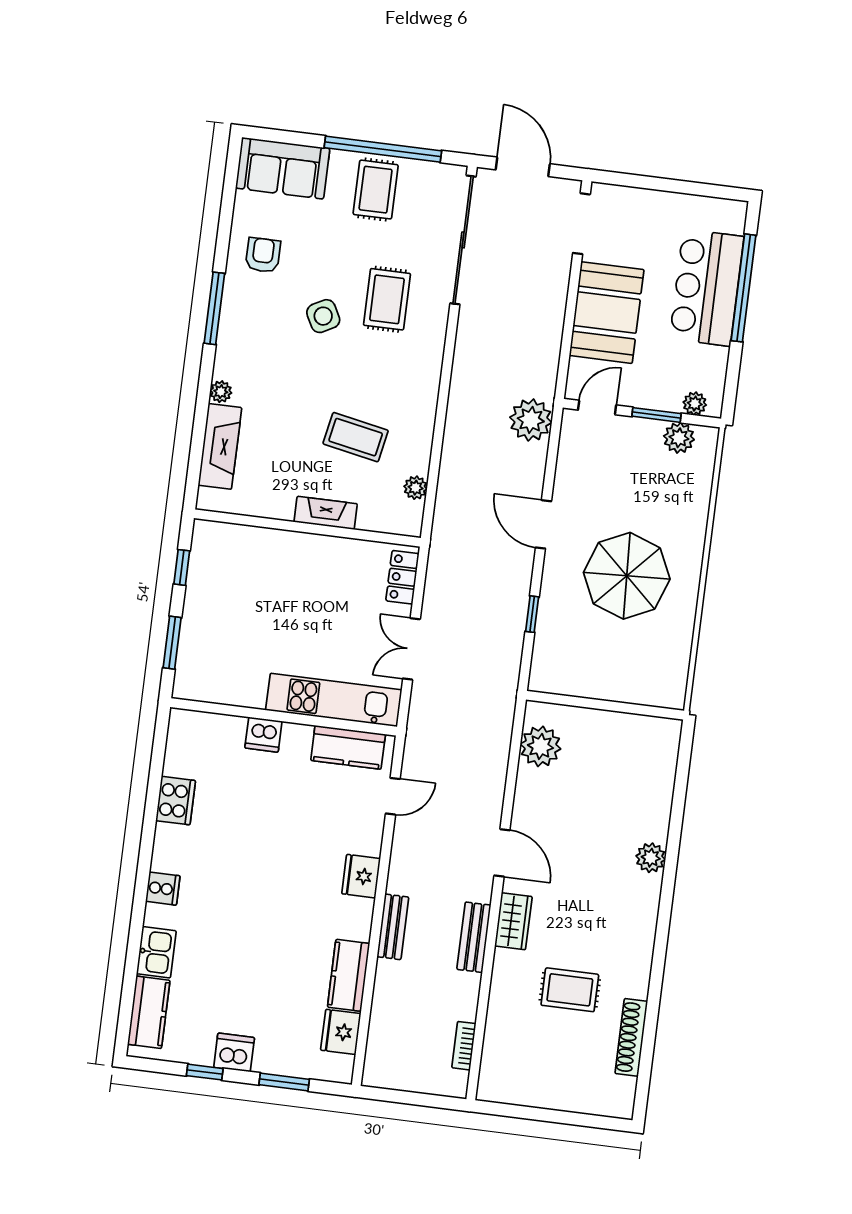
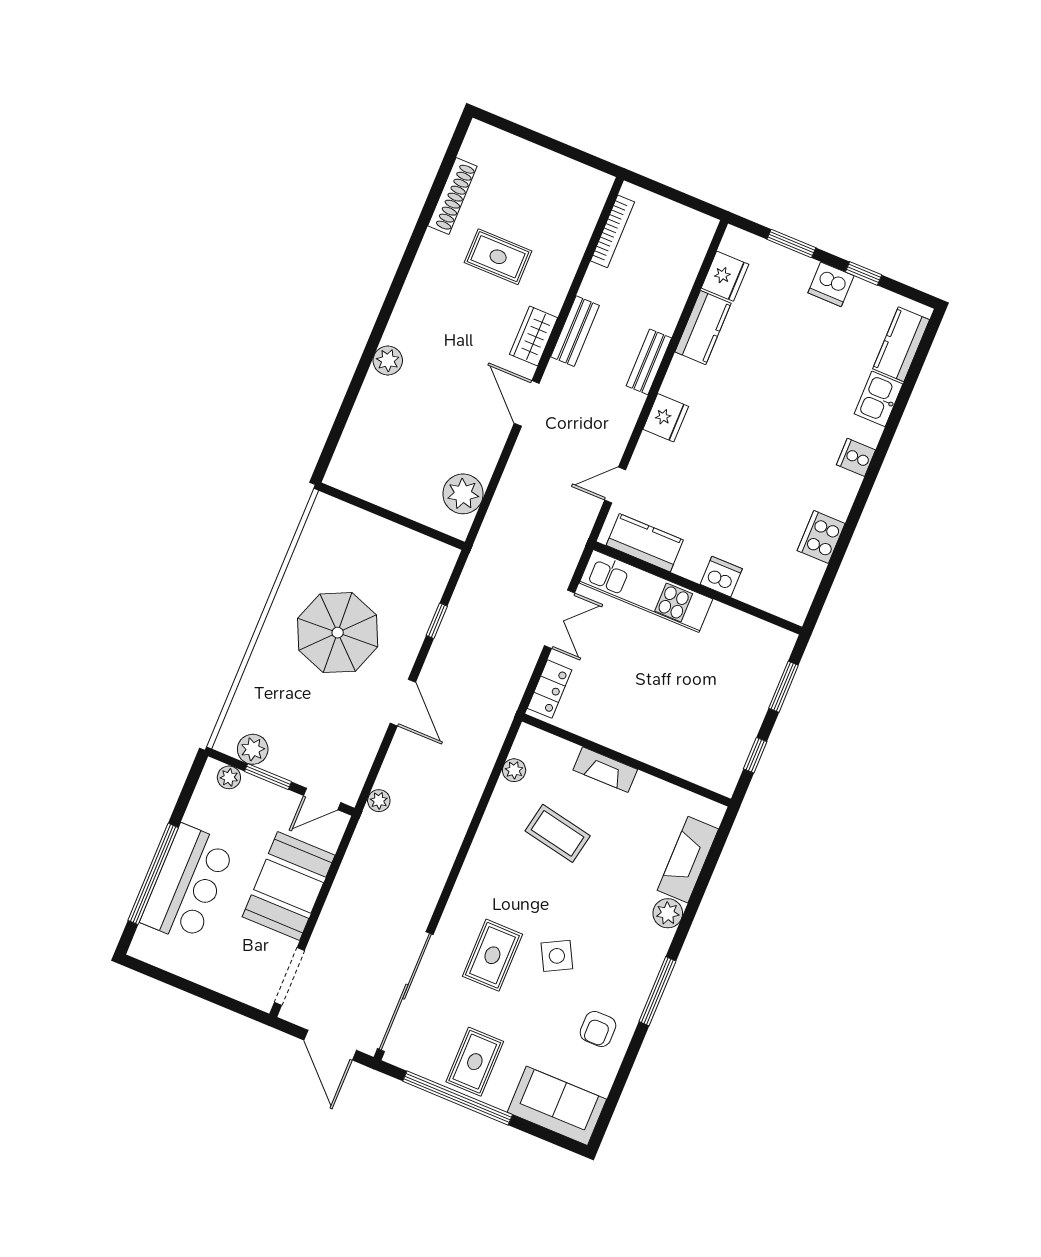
plant: (221, 392) -> (668, 913), width x1.38, depth x1.38
plant: (531, 420) -> (379, 801), width x0.53, depth x0.53
bookcase: (464, 1046) -> (612, 231), width x1.56

